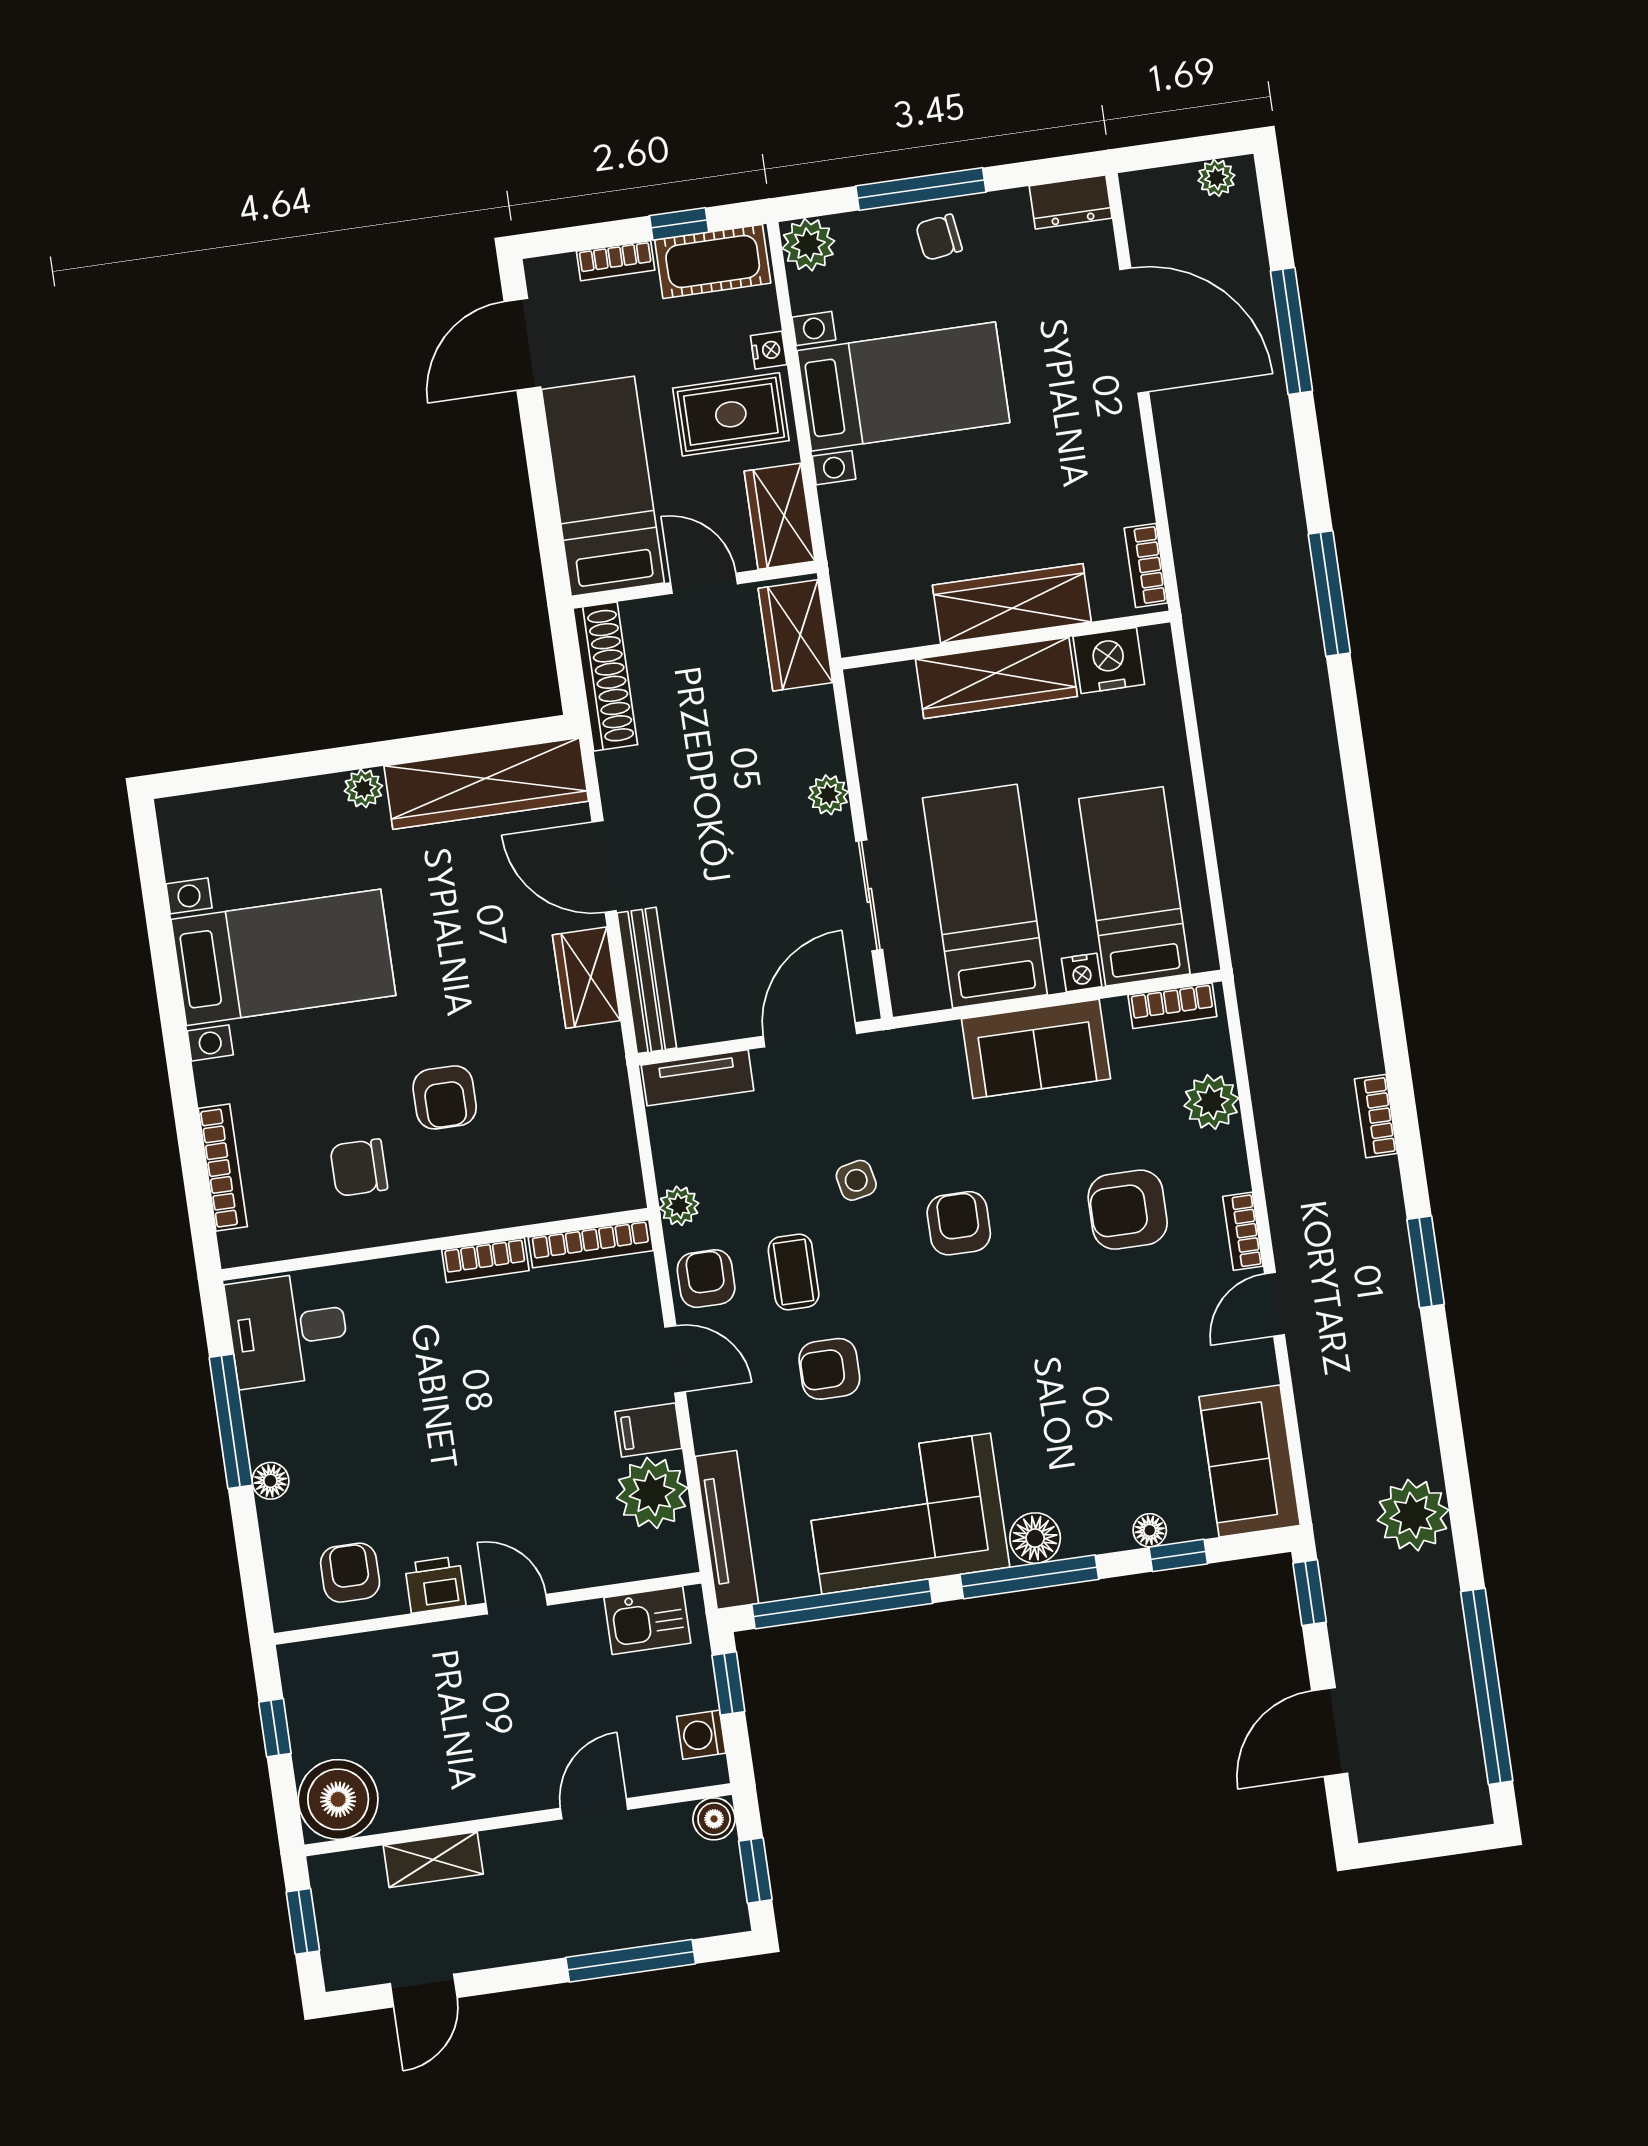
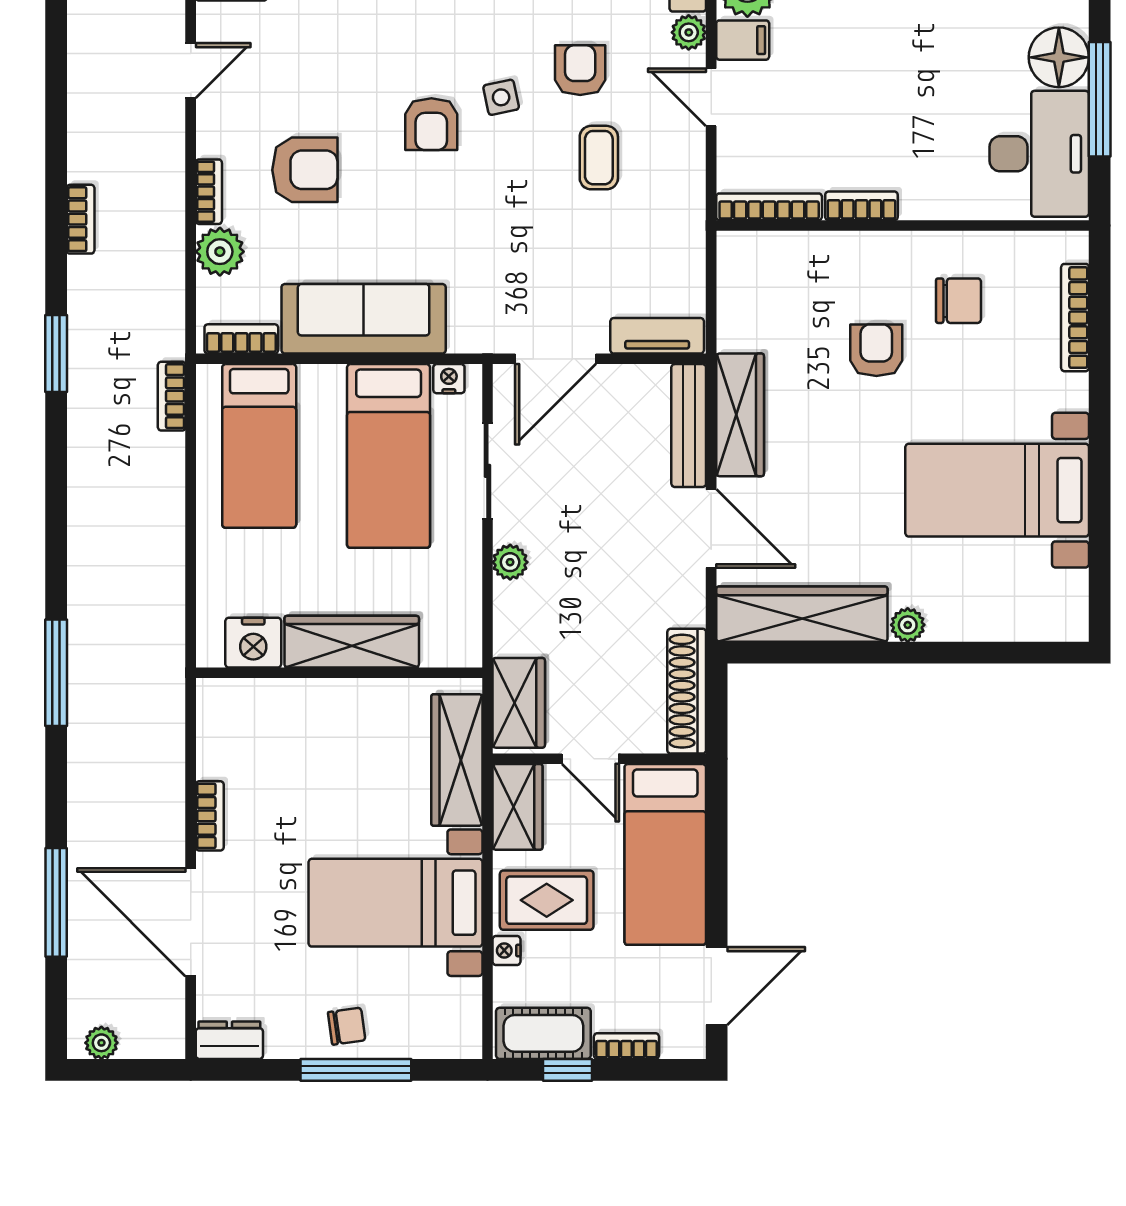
plant: (808, 245) -> (459, 1036), removed
bookcase: (1146, 565) -> (210, 816), moved
wardrobe: (1012, 603) -> (457, 760), moved, turned 90
bookcase: (1243, 929) -> (172, 396), added
nightstand: (1082, 972) -> (449, 379), moved
wardrobe: (586, 978) -> (740, 415), width x1.50
sofa: (1036, 1049) -> (364, 319), width x1.36
side table: (856, 1180) -> (501, 97), moved
plant: (679, 1206) -> (689, 32), moved
armchair: (959, 1223) -> (431, 124), moved
bookcase: (1243, 1231) -> (209, 192), moved
window: (1426, 1262) -> (56, 354), moved
armchair: (706, 1279) -> (675, 163), removed
desk: (288, 1329) -> (1039, 154), width x1.37
armchair: (829, 1369) -> (580, 70), turned -90
floor lamp: (270, 1481) -> (1059, 57), width x1.89, depth x1.89

